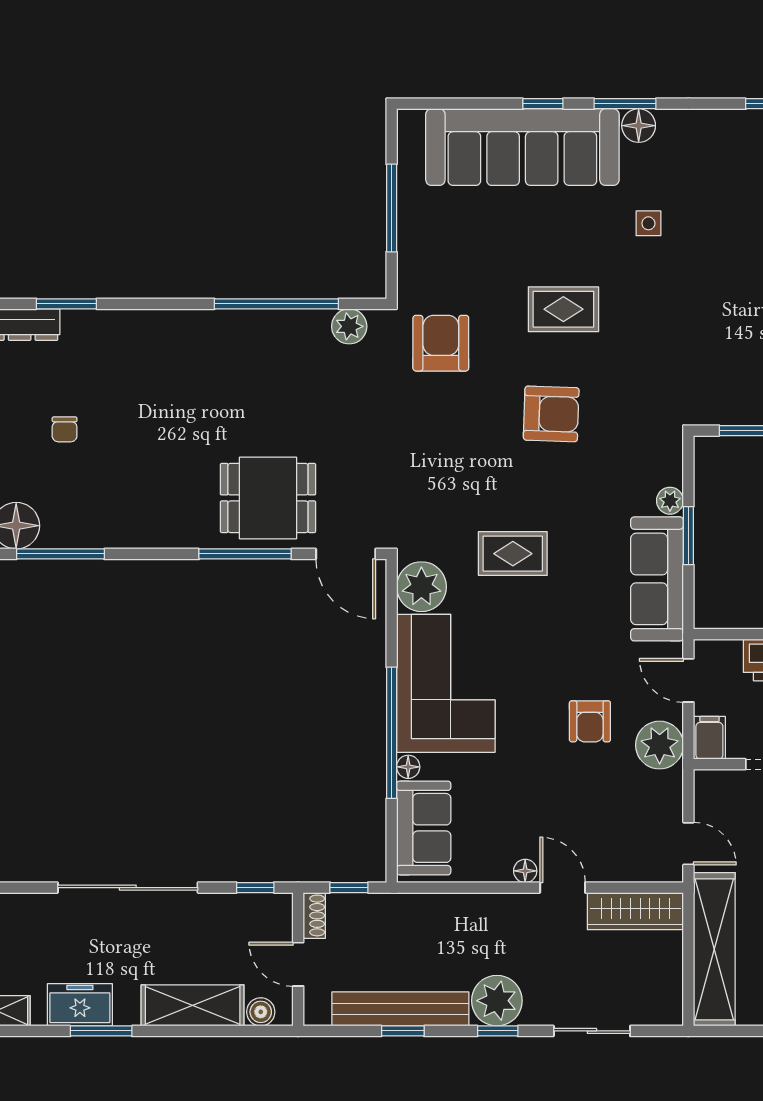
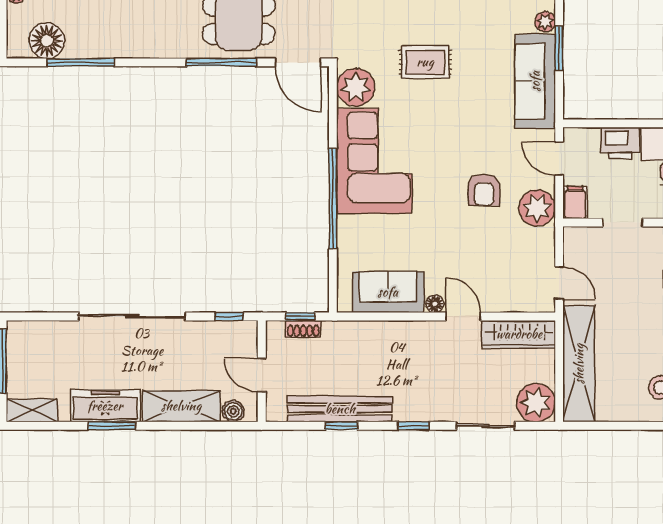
floor lamp: (408, 767) -> (346, 225), removed
sofa: (424, 828) -> (388, 292), moved, turned -90
shoe rack: (314, 915) -> (303, 329), moved, turned 90
plant: (497, 1001) -> (536, 403), moved
freezer: (80, 1005) -> (105, 406), width x1.40

